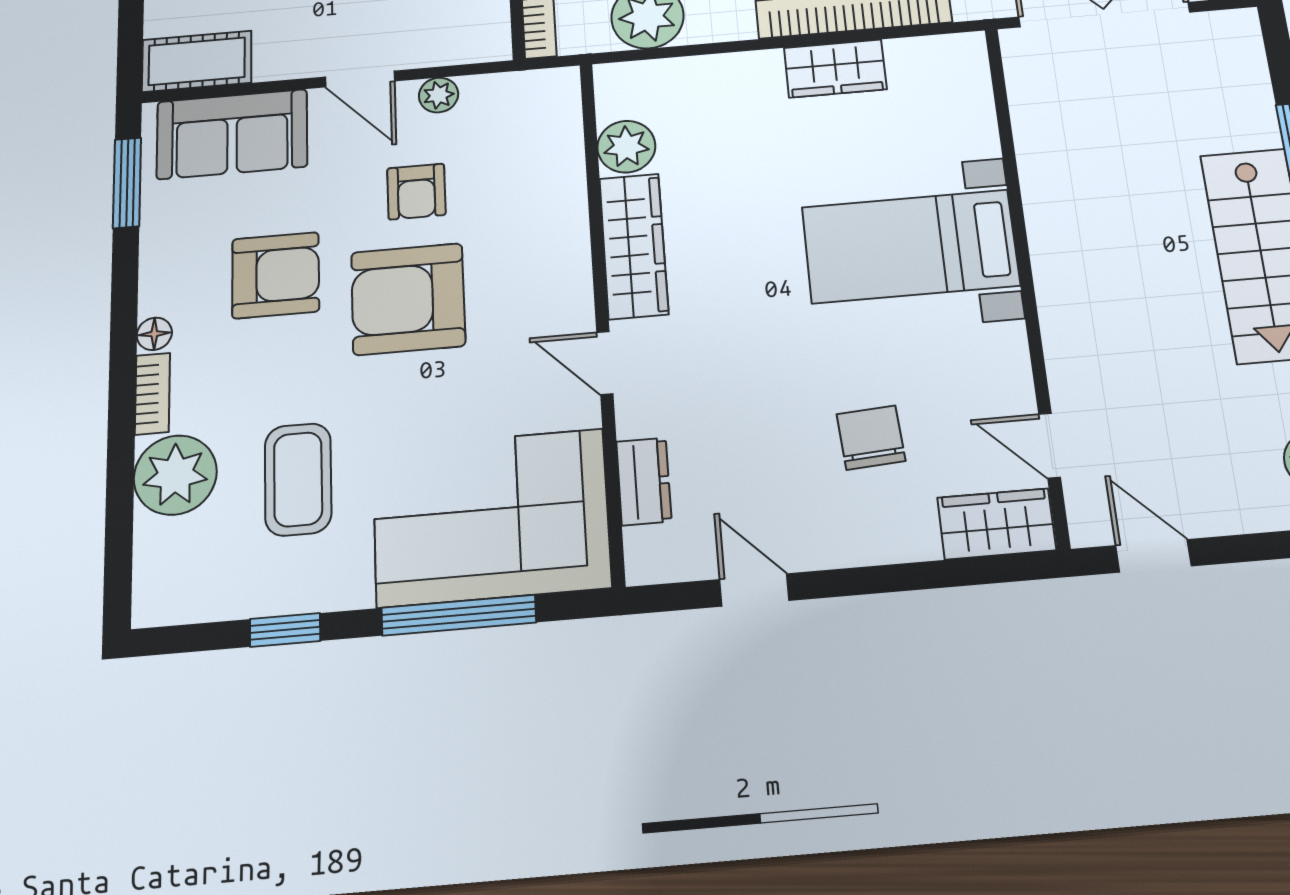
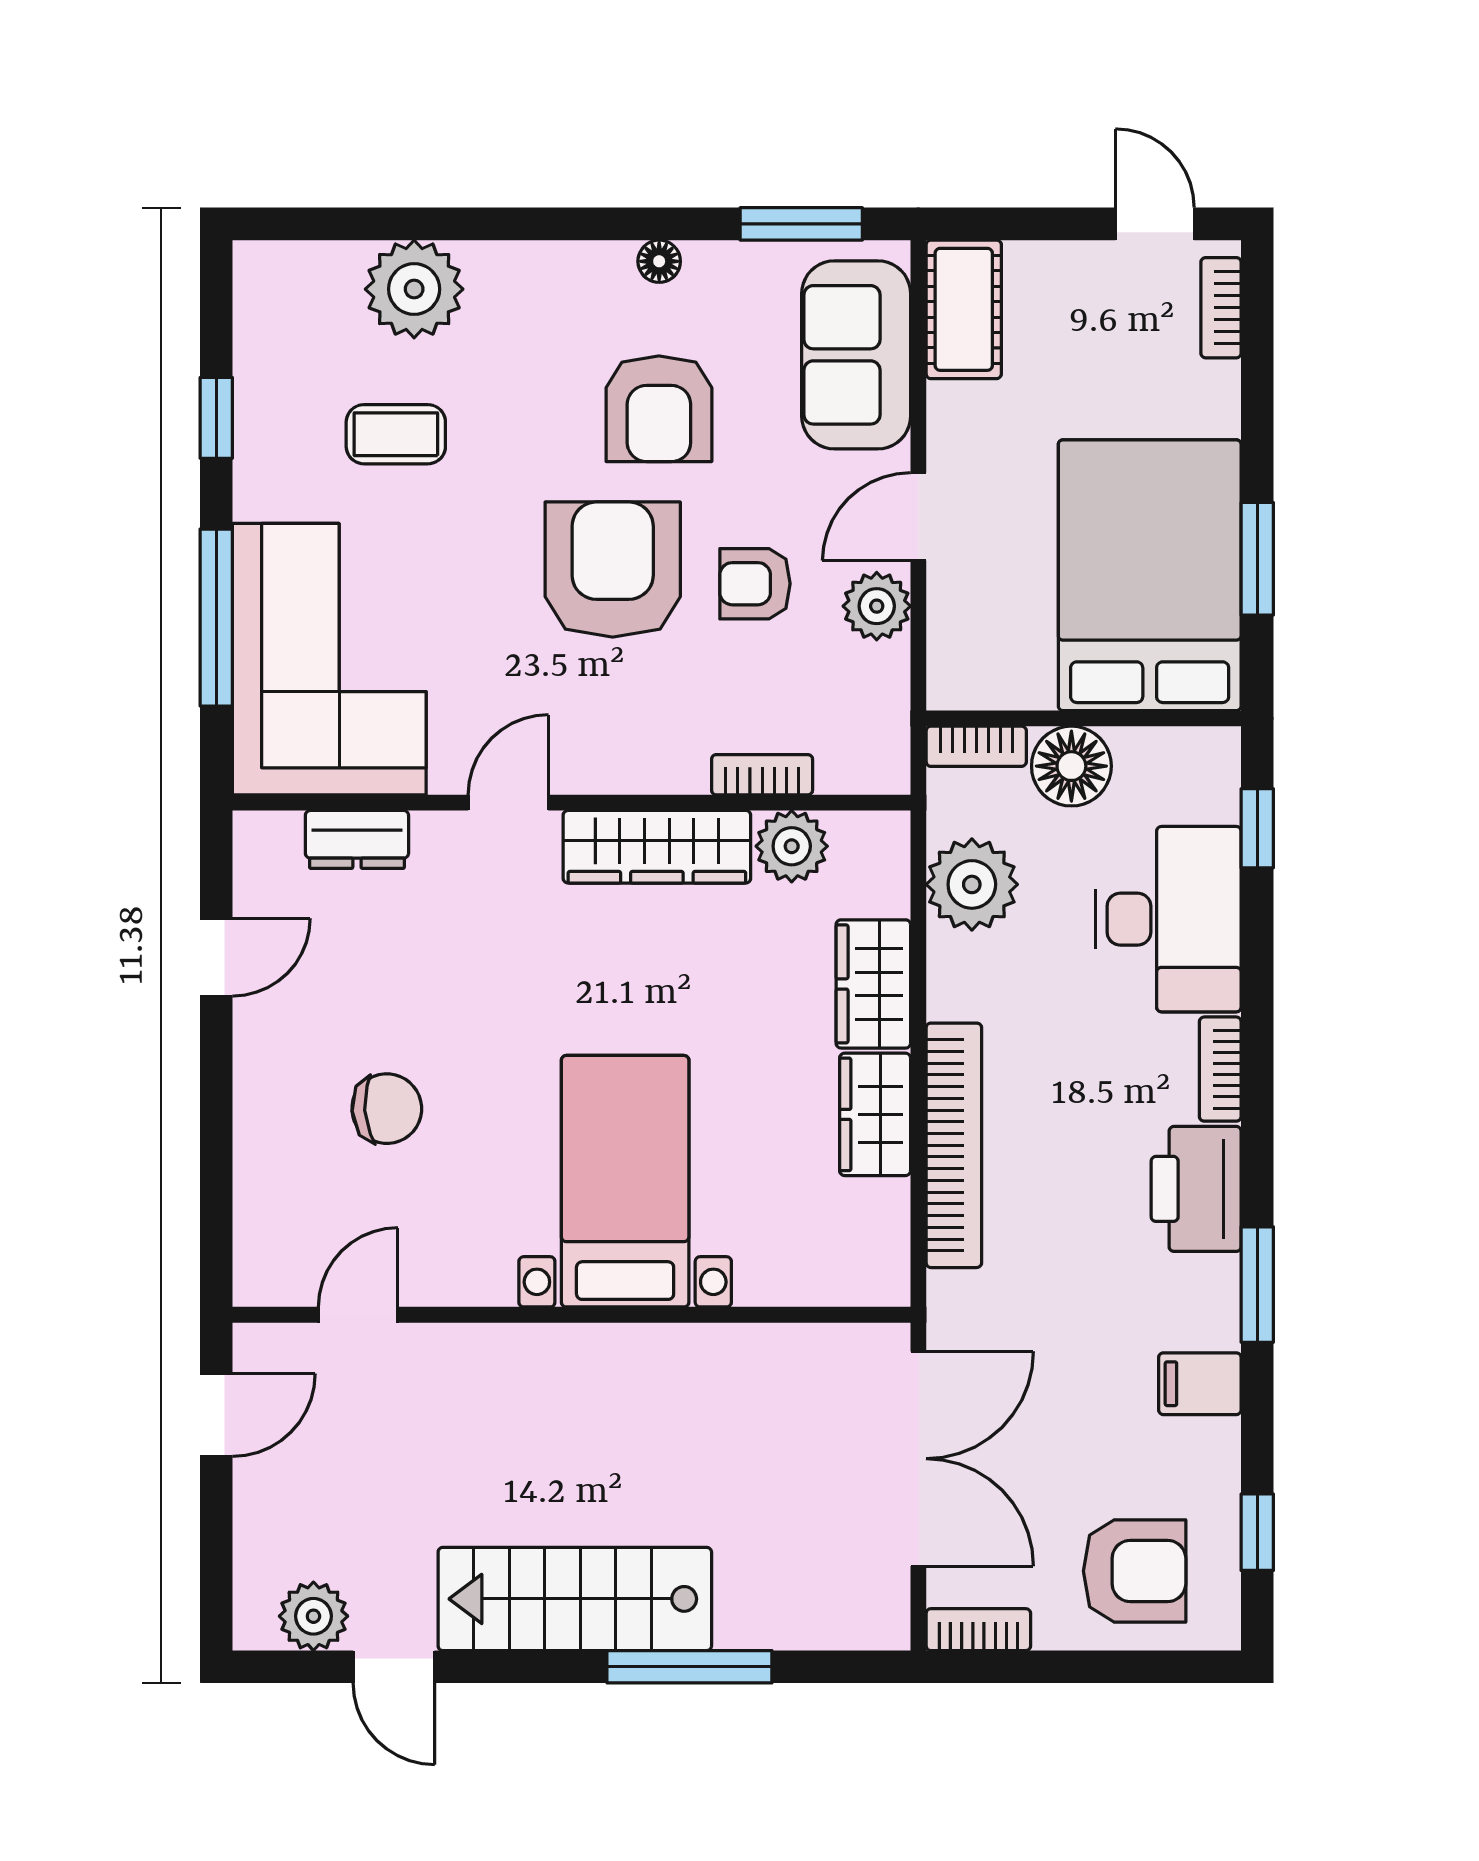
plant: (439, 95) -> (877, 606), width x1.38, depth x1.38
floor lamp: (154, 334) -> (659, 261), moved
bookcase: (152, 394) -> (762, 775), moved, turned 180
coffee table: (298, 479) -> (396, 434), width x0.73, depth x0.77
wardrobe: (997, 524) -> (873, 984), moved, turned 180

